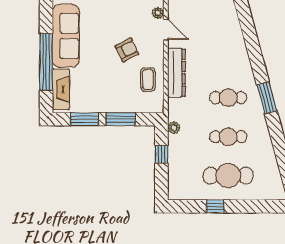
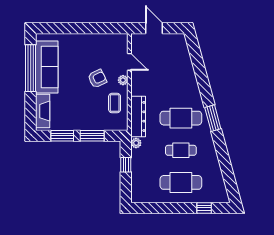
plant: (158, 13) -> (123, 80), moved
window: (46, 62) -> (31, 68), moved
dresser: (176, 73) -> (138, 116), moved
cafe table: (228, 98) -> (181, 118), width x1.37, depth x1.35
window: (215, 206) -> (204, 208), moved

